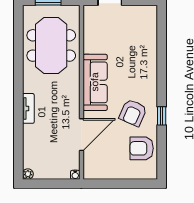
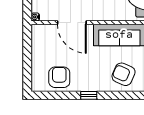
armchair: (133, 113) -> (124, 74), moved

